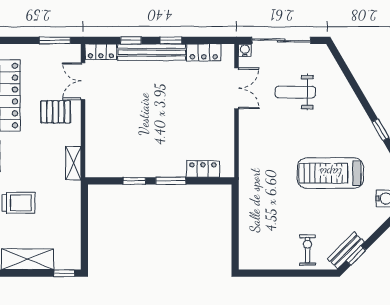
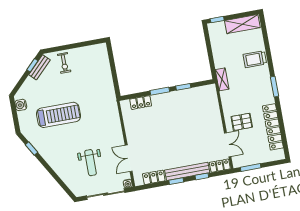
weight bench: (295, 92) -> (91, 163), turned 90
shelving: (73, 163) -> (222, 79), moved

